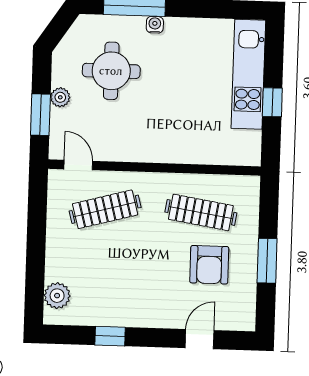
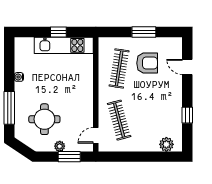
water cooler: (155, 25) -> (19, 77), moved
kitchen unit: (248, 74) -> (64, 45), moved

